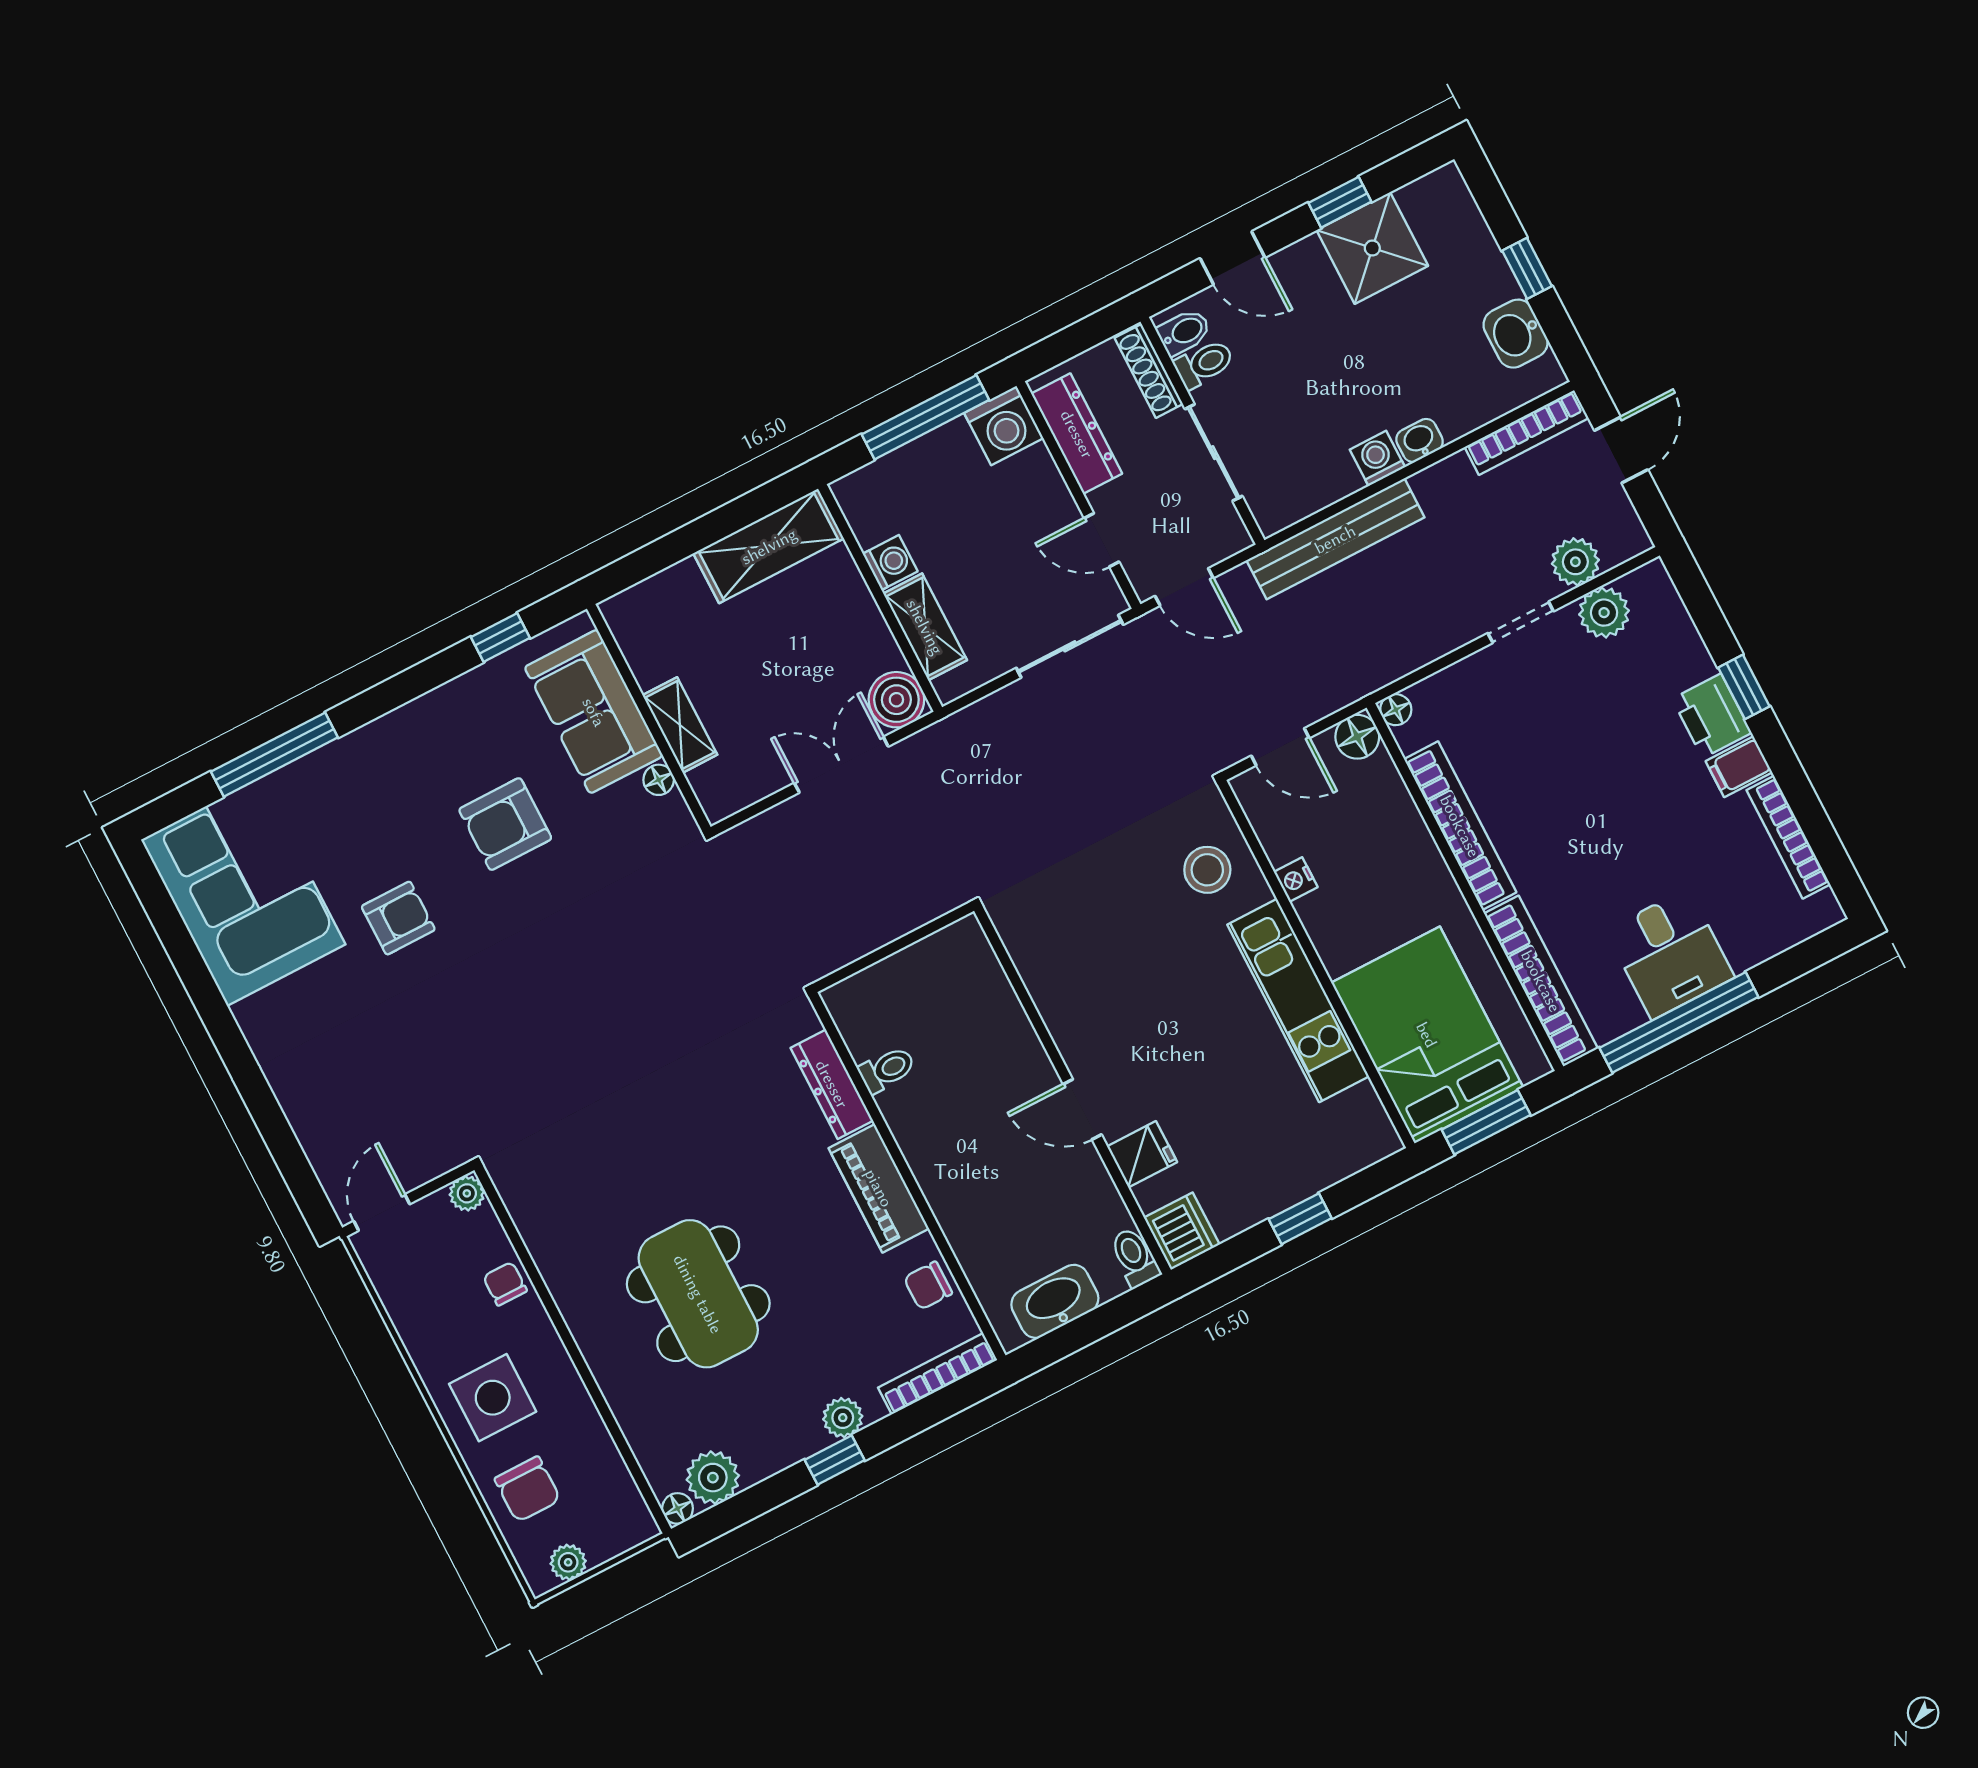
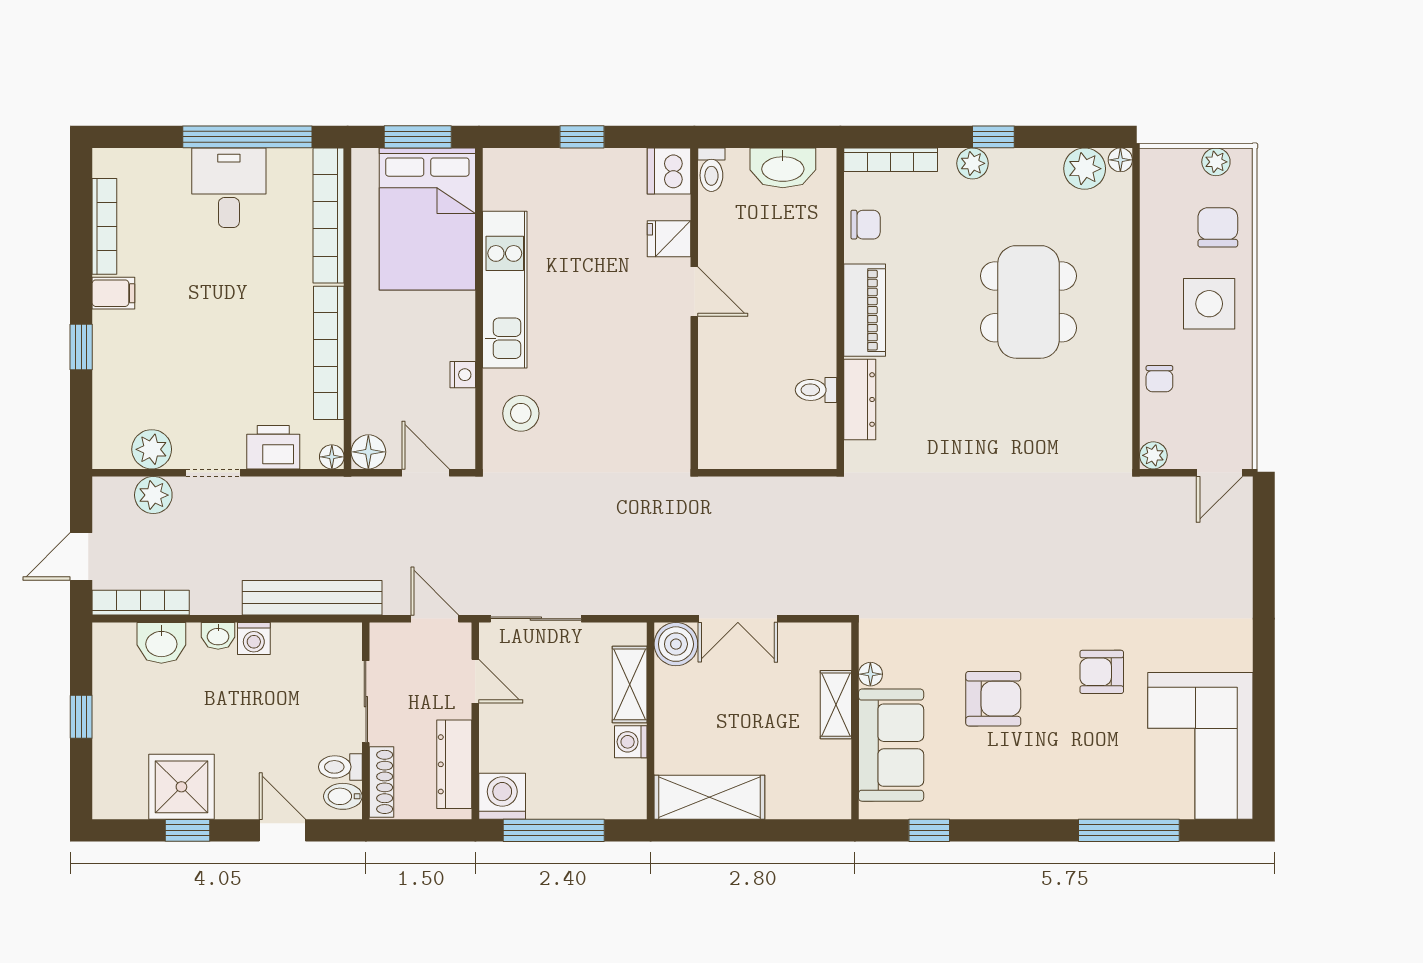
washbasin: (1516, 334) -> (161, 643), moved, turned 90
printer: (1712, 716) -> (273, 447), moved, turned -90

